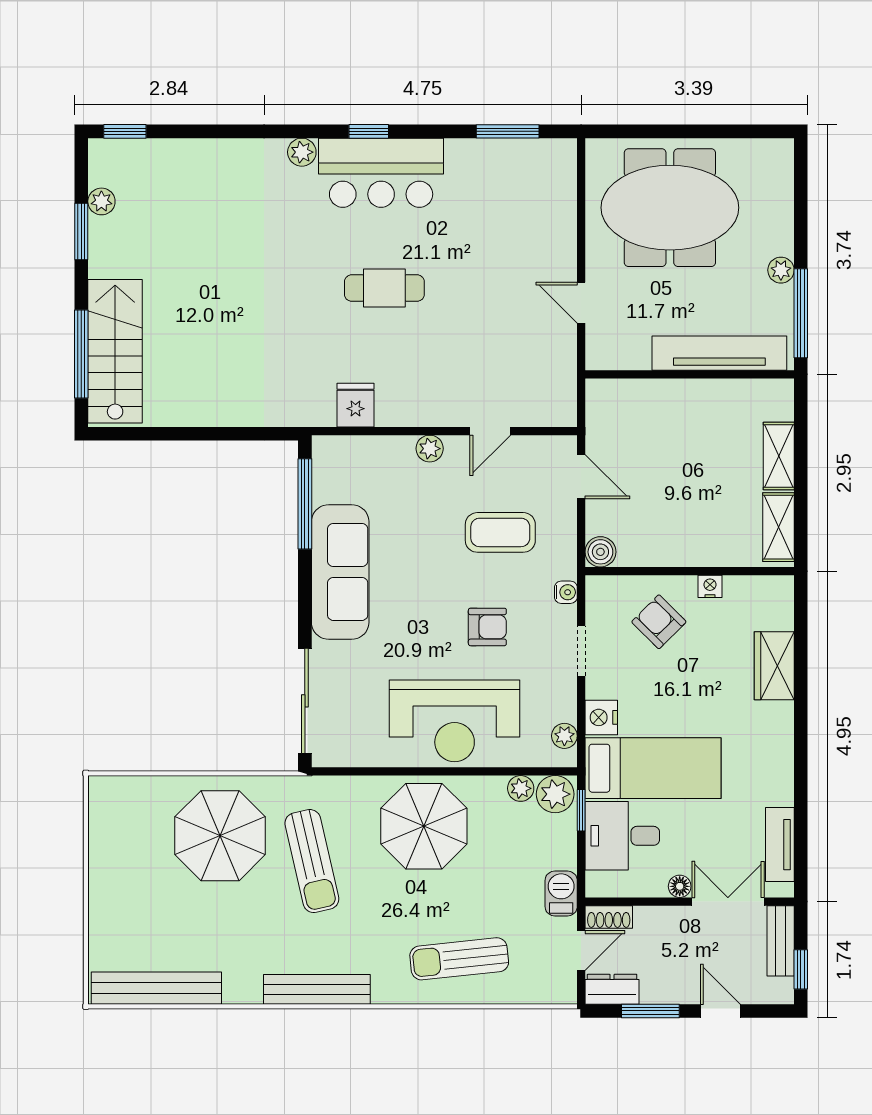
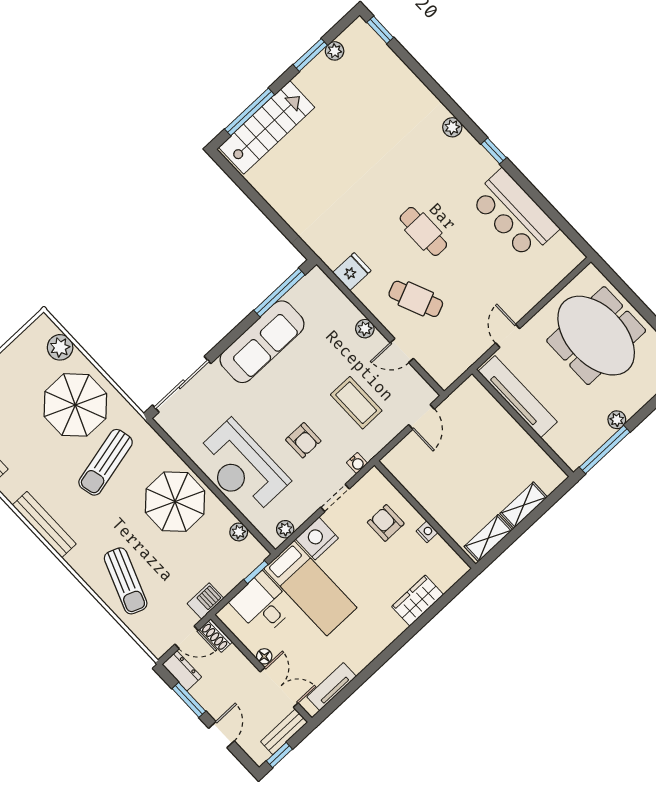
window: (508, 131) -> (558, 220), removed
bar counter: (381, 173) -> (514, 214), moved
tv unit: (719, 353) -> (518, 397), moved
cafe table: (449, 364) -> (416, 299), added
boiler: (600, 552) -> (393, 461), removed
armchair: (659, 622) -> (386, 523), turned -45
nightstand: (601, 717) -> (317, 539), width x1.36, depth x1.33
plant: (555, 794) -> (60, 347), moved
sun lounger: (459, 959) -> (126, 581), turned -153

